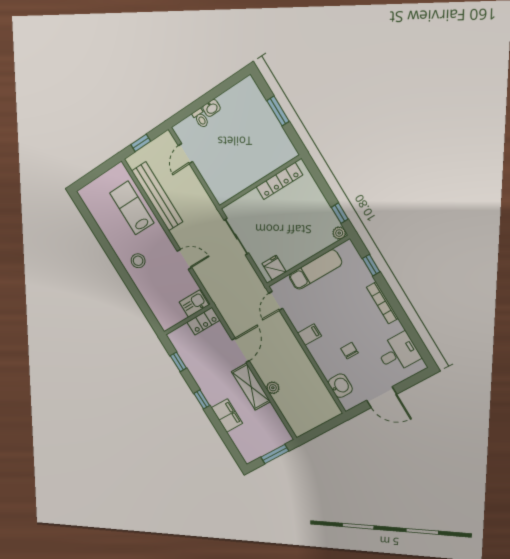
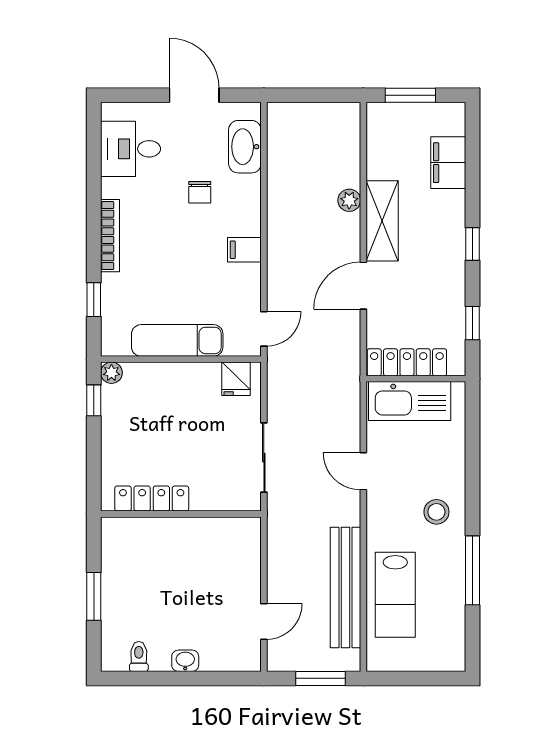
toilet: (201, 118) -> (139, 657), moved
window: (141, 143) -> (320, 678), width x1.50
window: (104, 243) -> (472, 570), added
kitchen sink: (194, 304) -> (410, 401), width x1.88, depth x1.24
locker: (204, 321) -> (407, 362), width x1.53
washbasin: (340, 386) -> (245, 147), width x1.38
filing cabinet: (227, 416) -> (448, 163), moved

